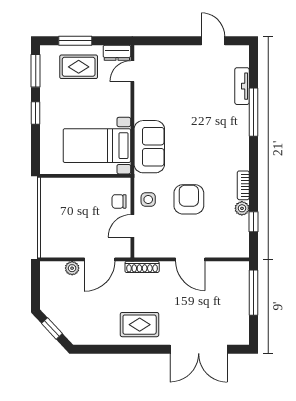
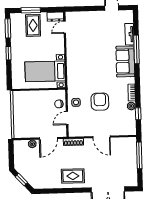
rug: (79, 67) -> (33, 25), turned 90
sofa: (149, 147) -> (125, 61), moved, turned 180

